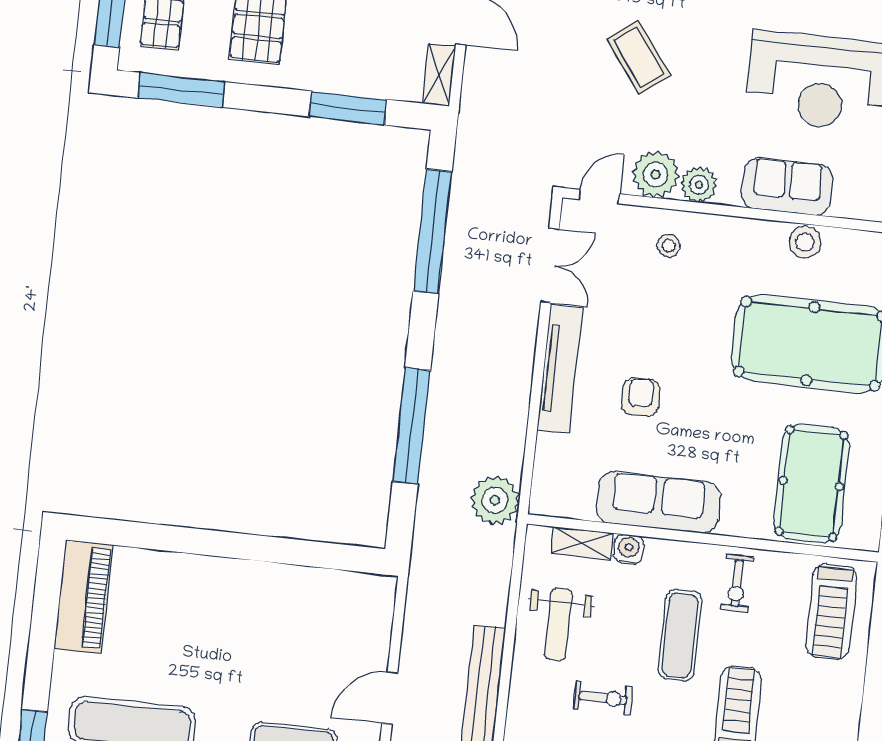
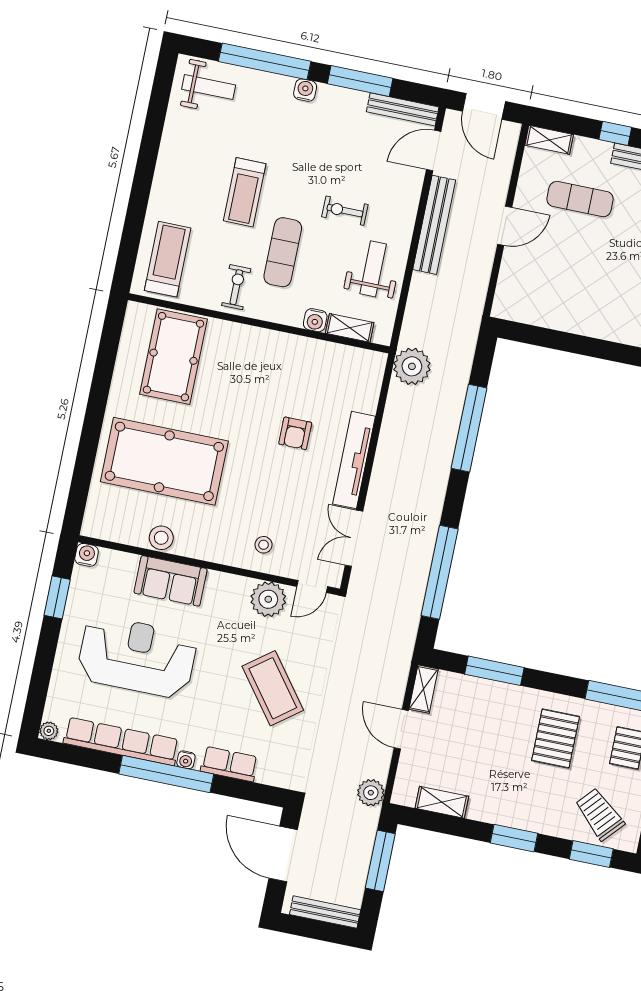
coffee table: (639, 57) -> (273, 688), width x1.36, depth x1.32
plant: (699, 185) -> (237, 588), removed
sofa: (658, 502) -> (290, 353), removed

